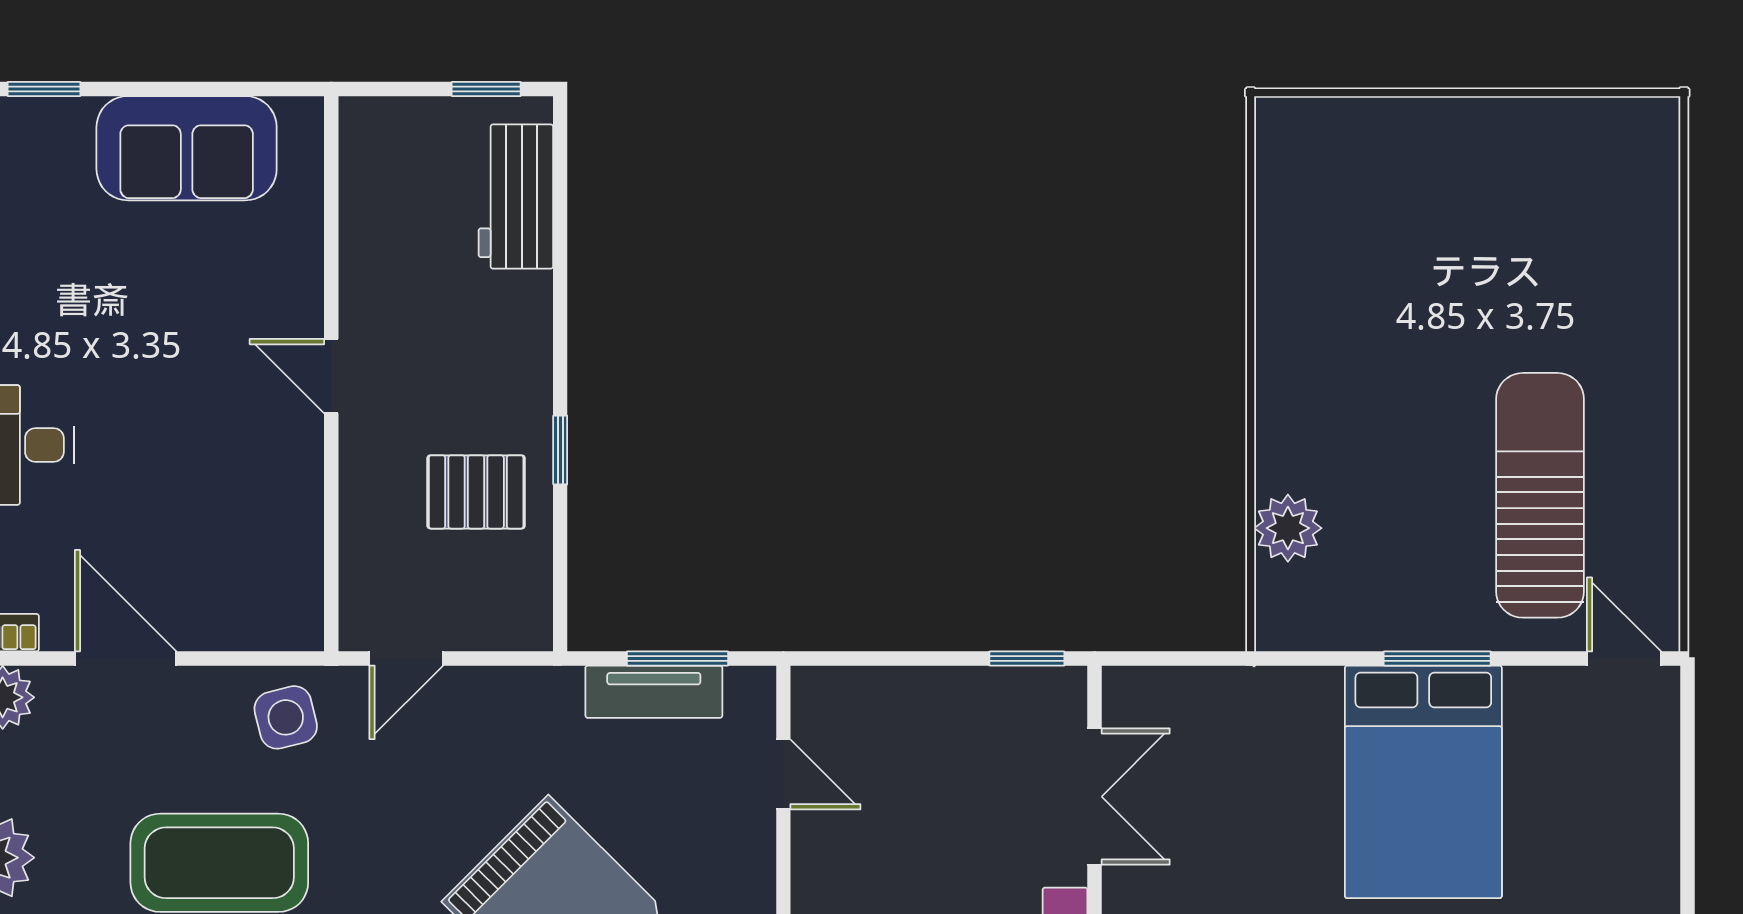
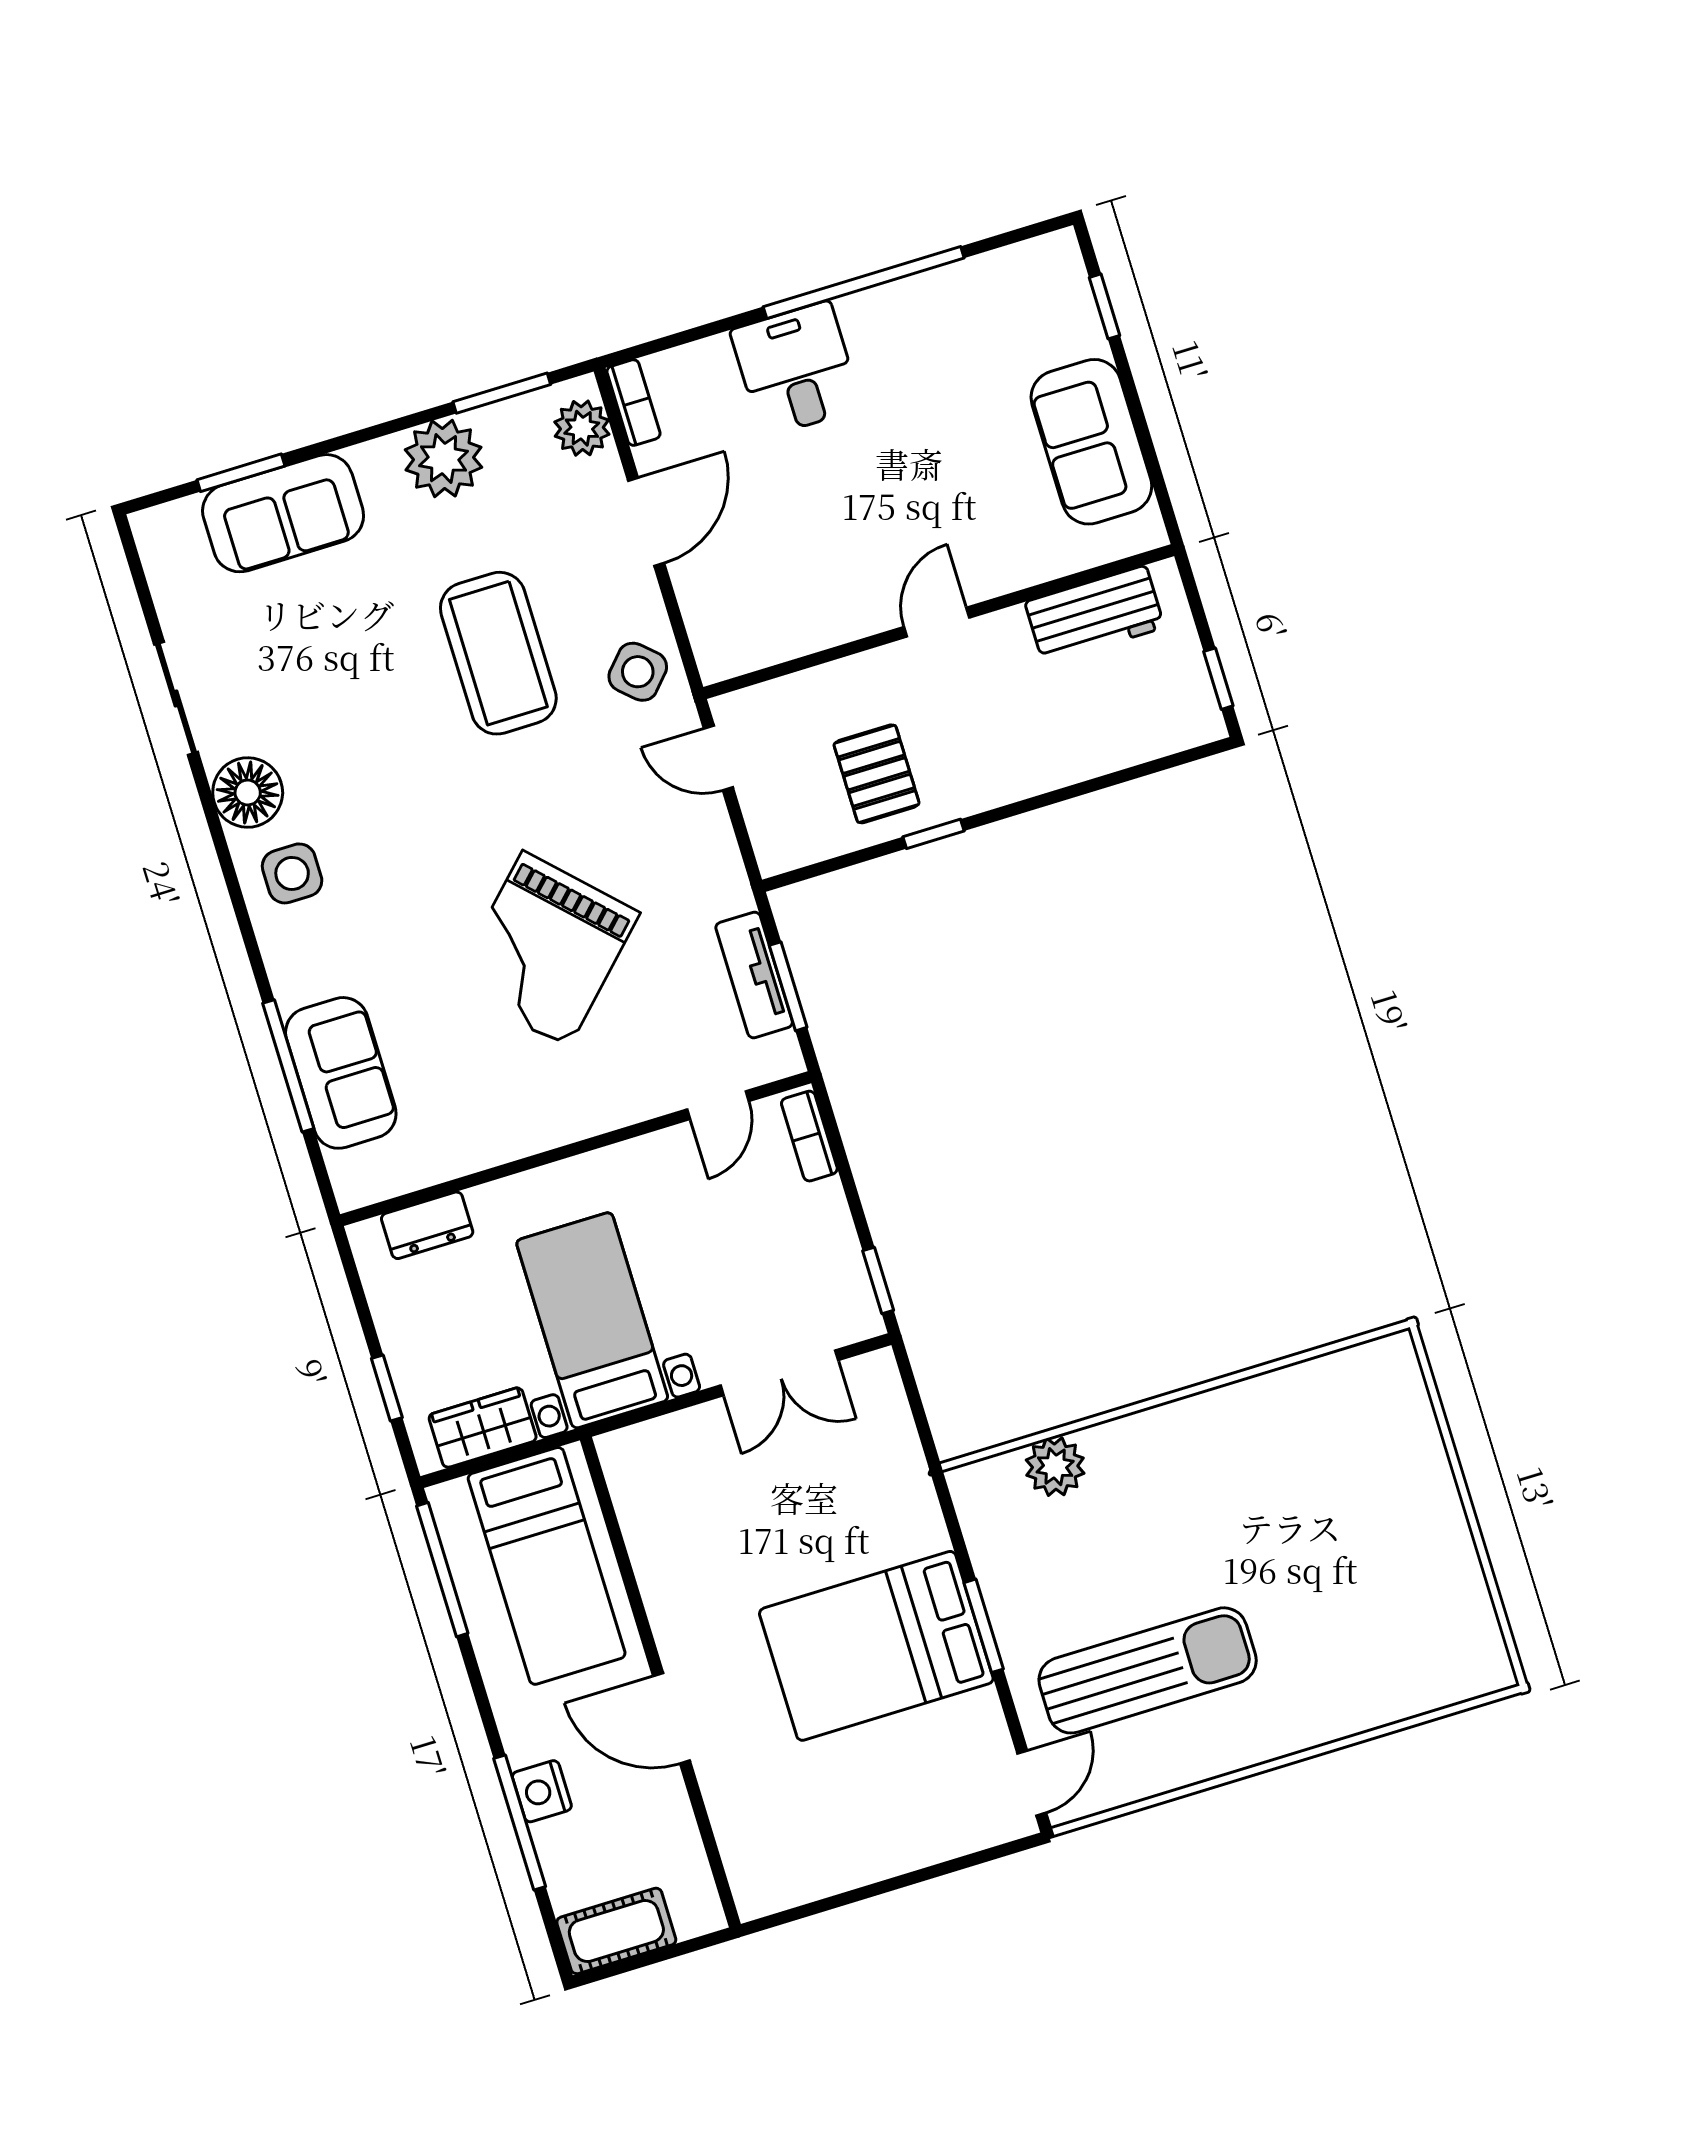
workbench: (516, 197) -> (1095, 615), moved, turned 180
bookcase: (847, 685) -> (809, 1136), added
side table: (286, 717) -> (638, 672), turned -34

